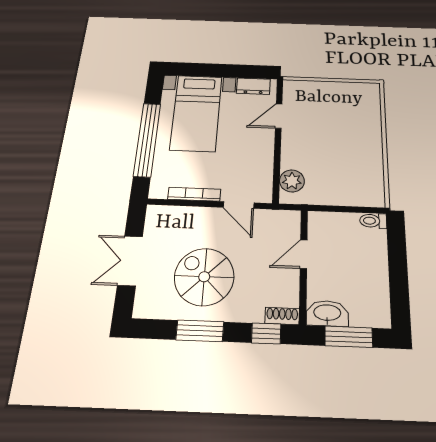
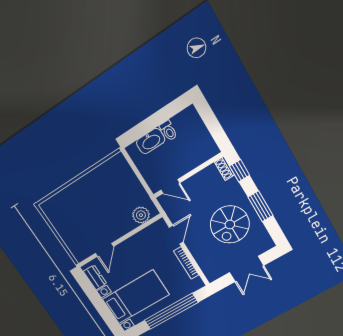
door: (279, 116) -> (104, 250), hinge flipped
toilet: (373, 221) -> (168, 131), moved
door: (304, 254) -> (170, 186), moved
washbasin: (327, 313) -> (151, 141), moved, turned -90
window: (349, 337) -> (213, 125), removed

